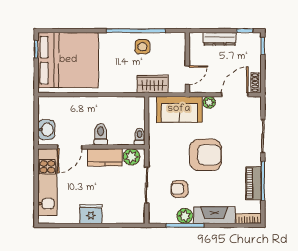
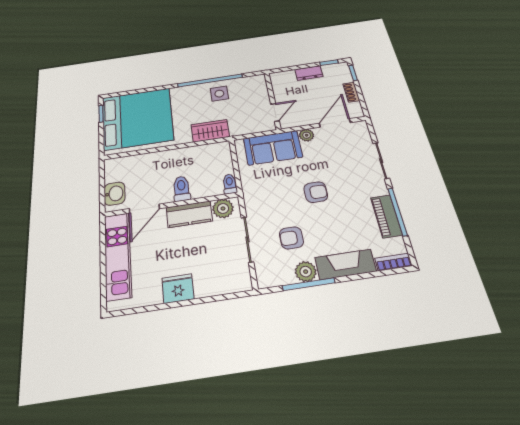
dresser: (220, 39) -> (309, 73), width x0.70
shoe rack: (256, 83) -> (351, 92), moved
wardrobe: (153, 84) -> (210, 131), moved
armchair: (205, 155) -> (316, 192), width x0.53, depth x0.53

